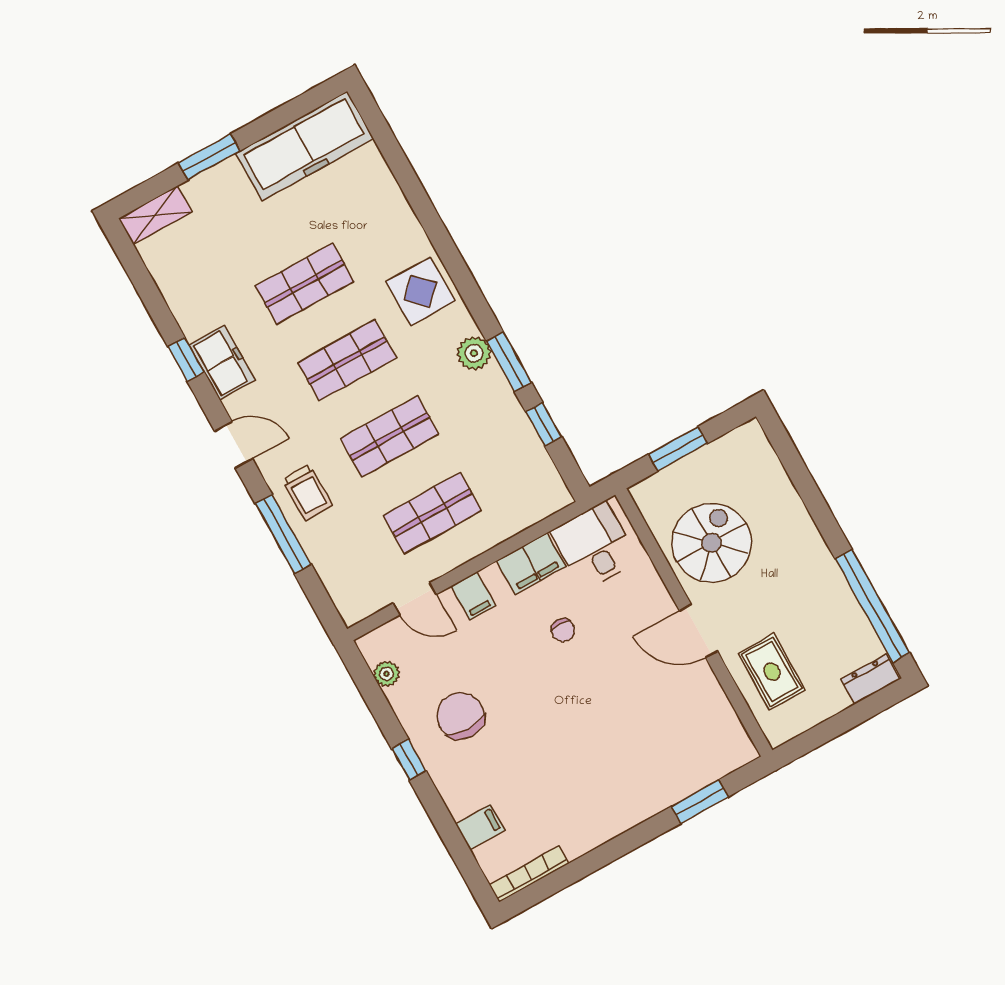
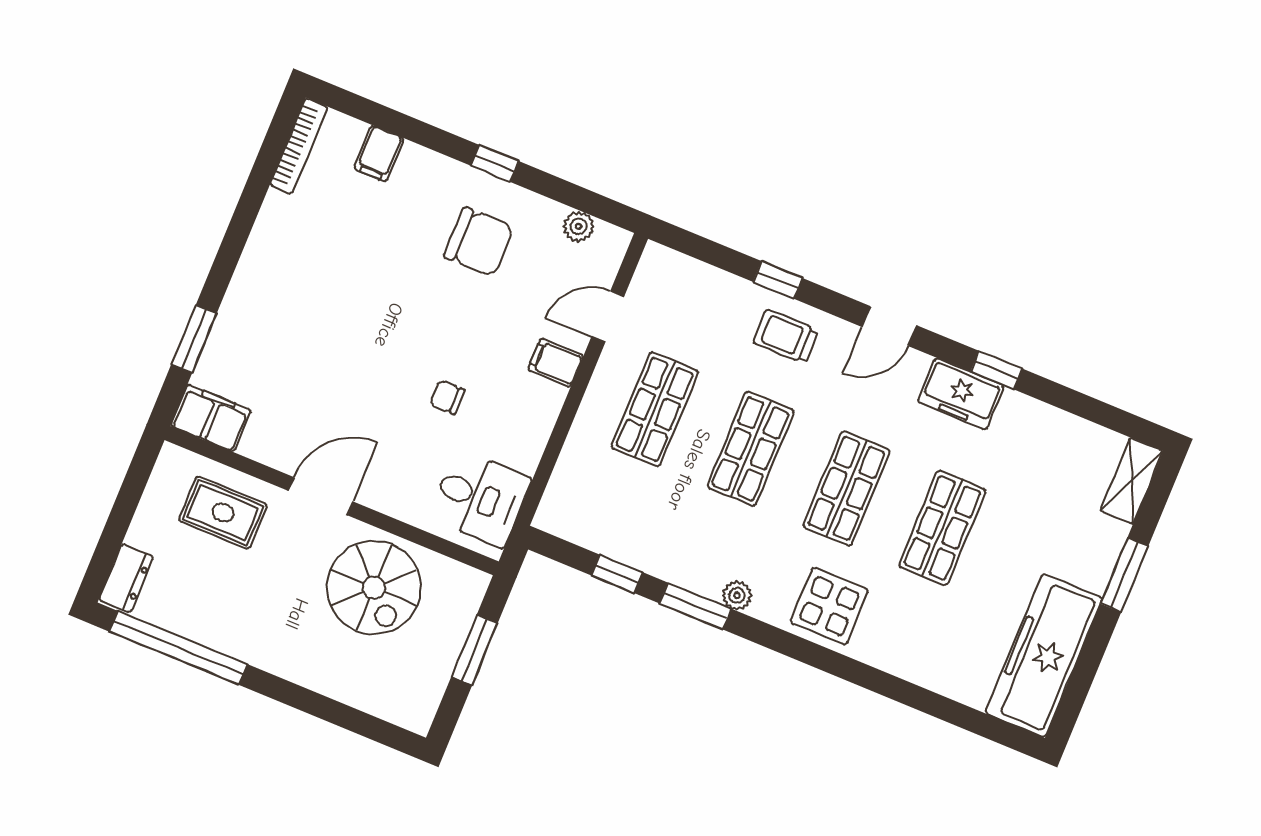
plant: (474, 353) -> (737, 595), width x0.73, depth x0.73
window: (283, 534) -> (778, 280), width x0.46
filing cabinet: (531, 564) -> (211, 418), moved, turned 90

